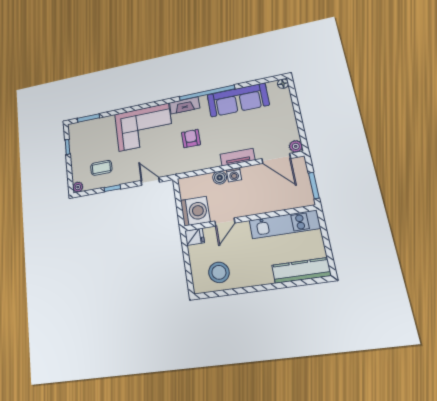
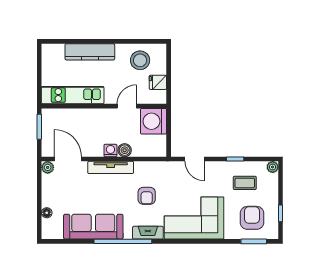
floor lamp: (283, 84) -> (47, 213), moved
armchair: (92, 138) -> (252, 218), added
tv unit: (237, 157) -> (111, 167), width x1.41
fridge: (195, 237) -> (158, 82), moved
kitchen counter: (301, 270) -> (90, 52), moved

